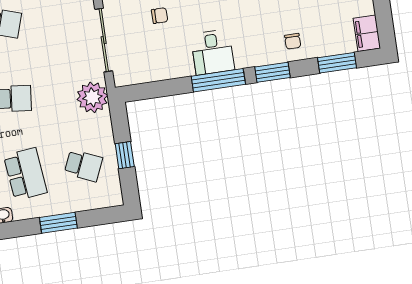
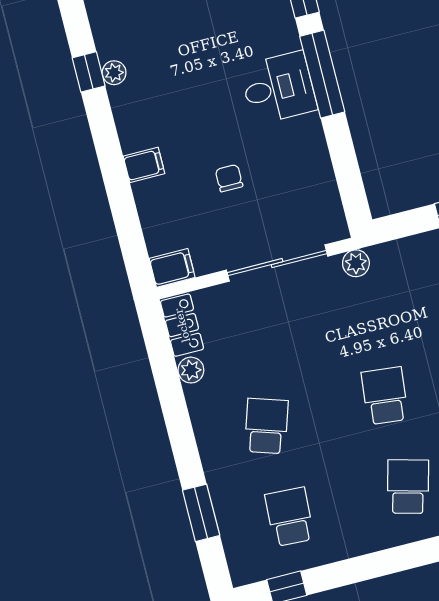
plant: (92, 97) -> (356, 263), width x0.53, depth x0.53

